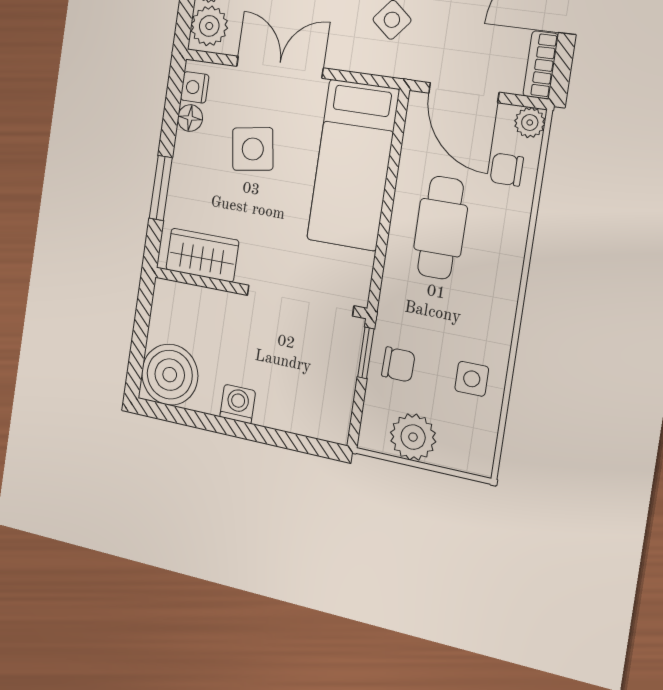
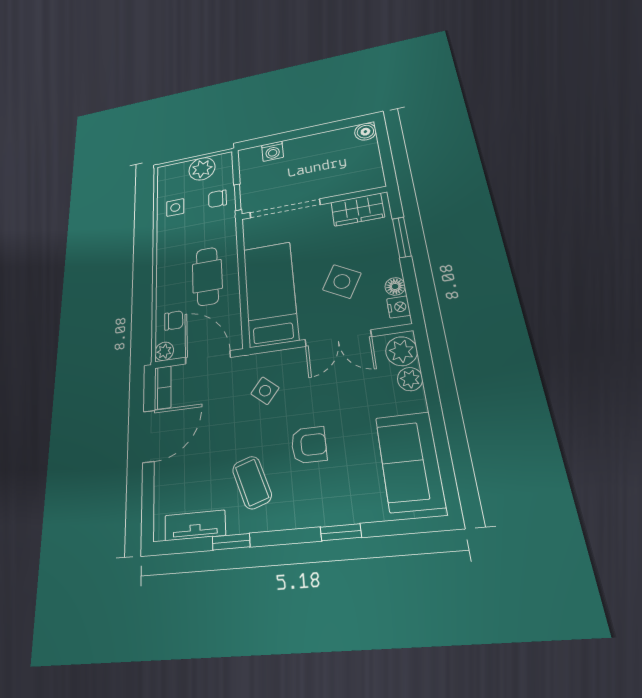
side table: (253, 149) -> (342, 281), turned 38
boiler: (170, 375) -> (365, 132), width x0.54, depth x0.54
washing machine: (238, 404) -> (272, 151), moved

